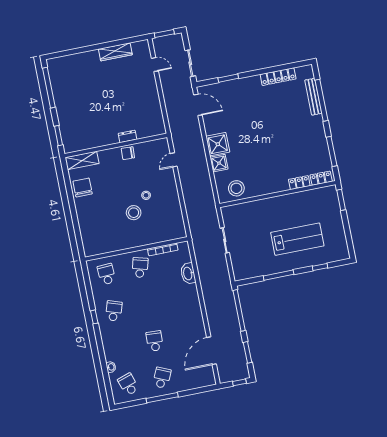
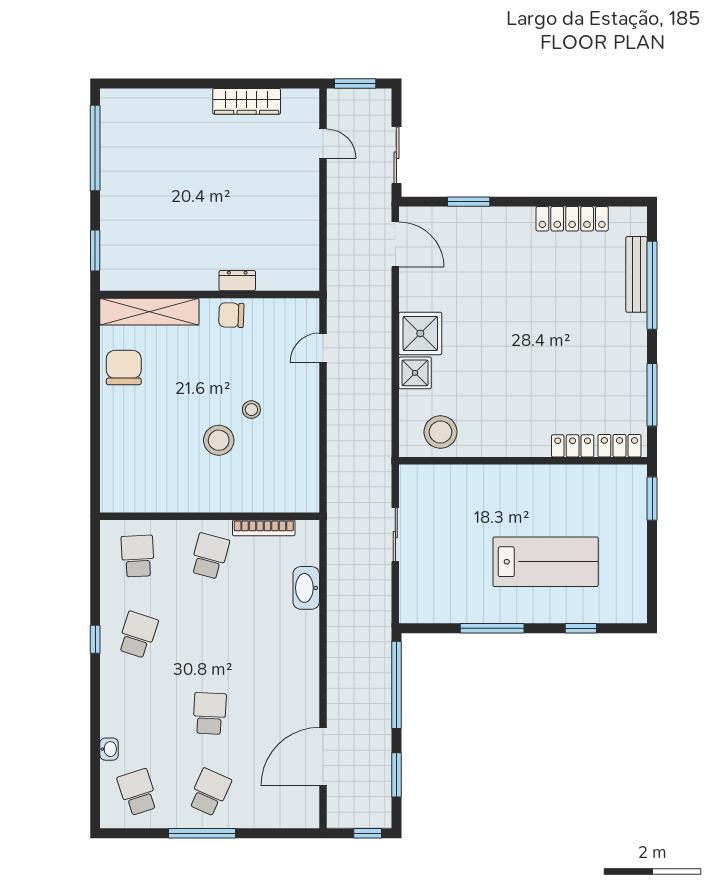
shelving: (82, 160) -> (149, 312), width x1.47

